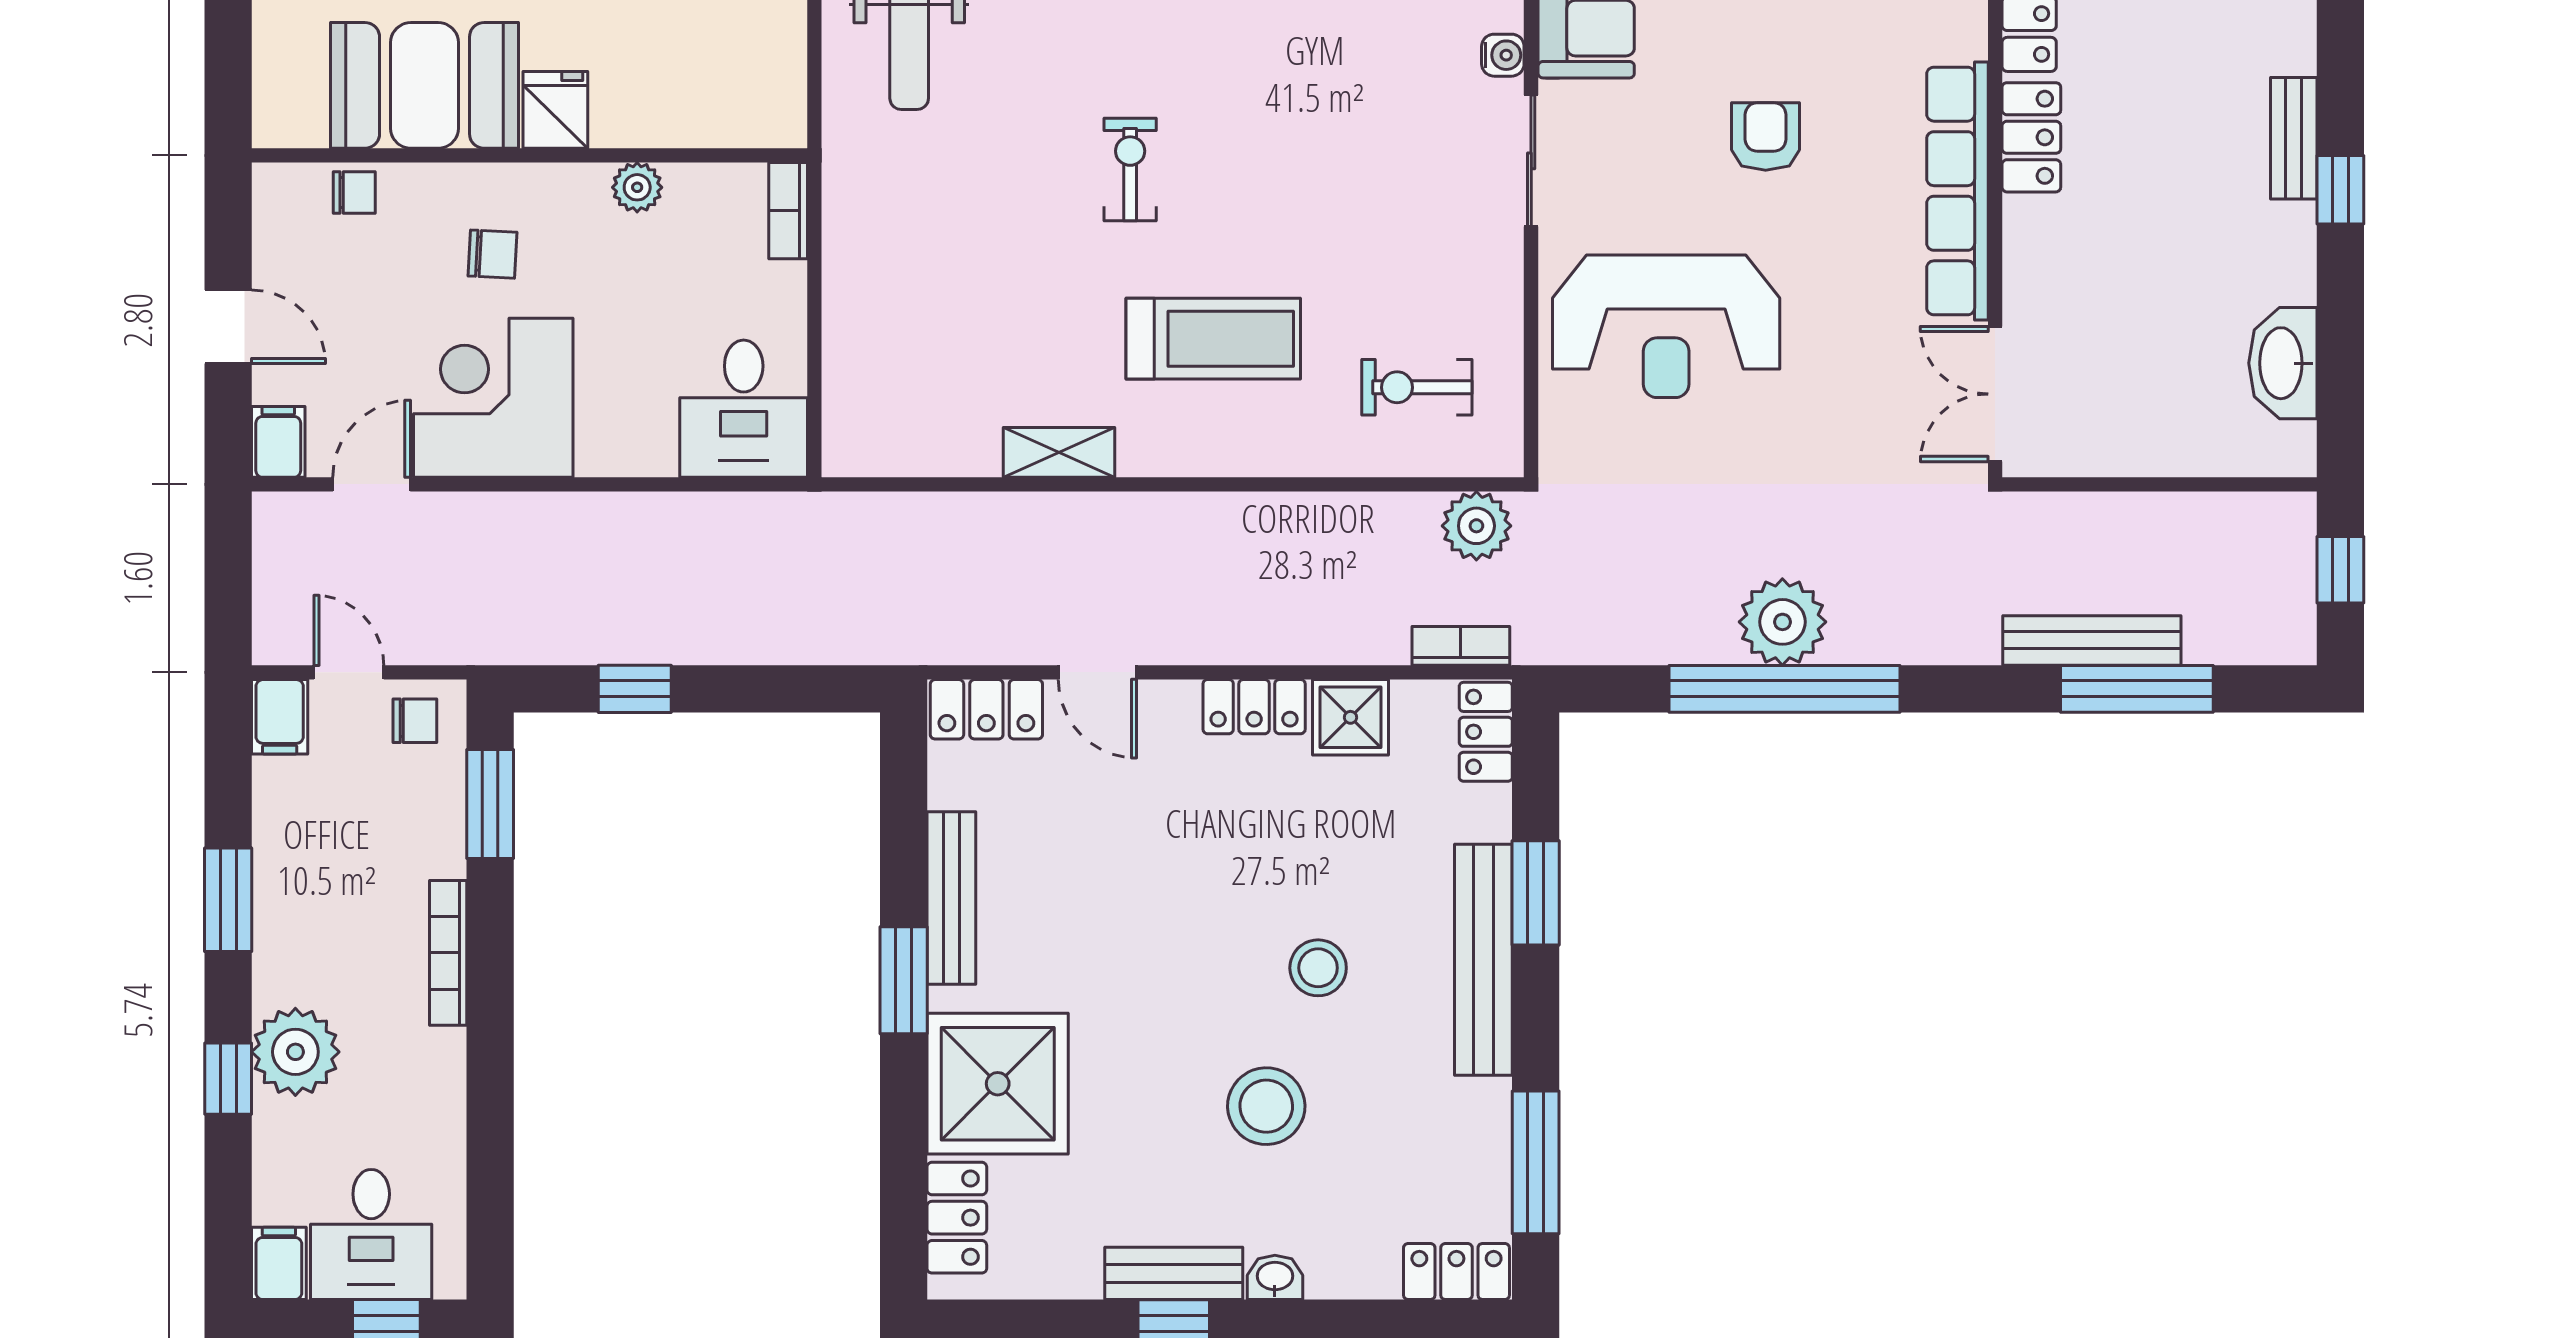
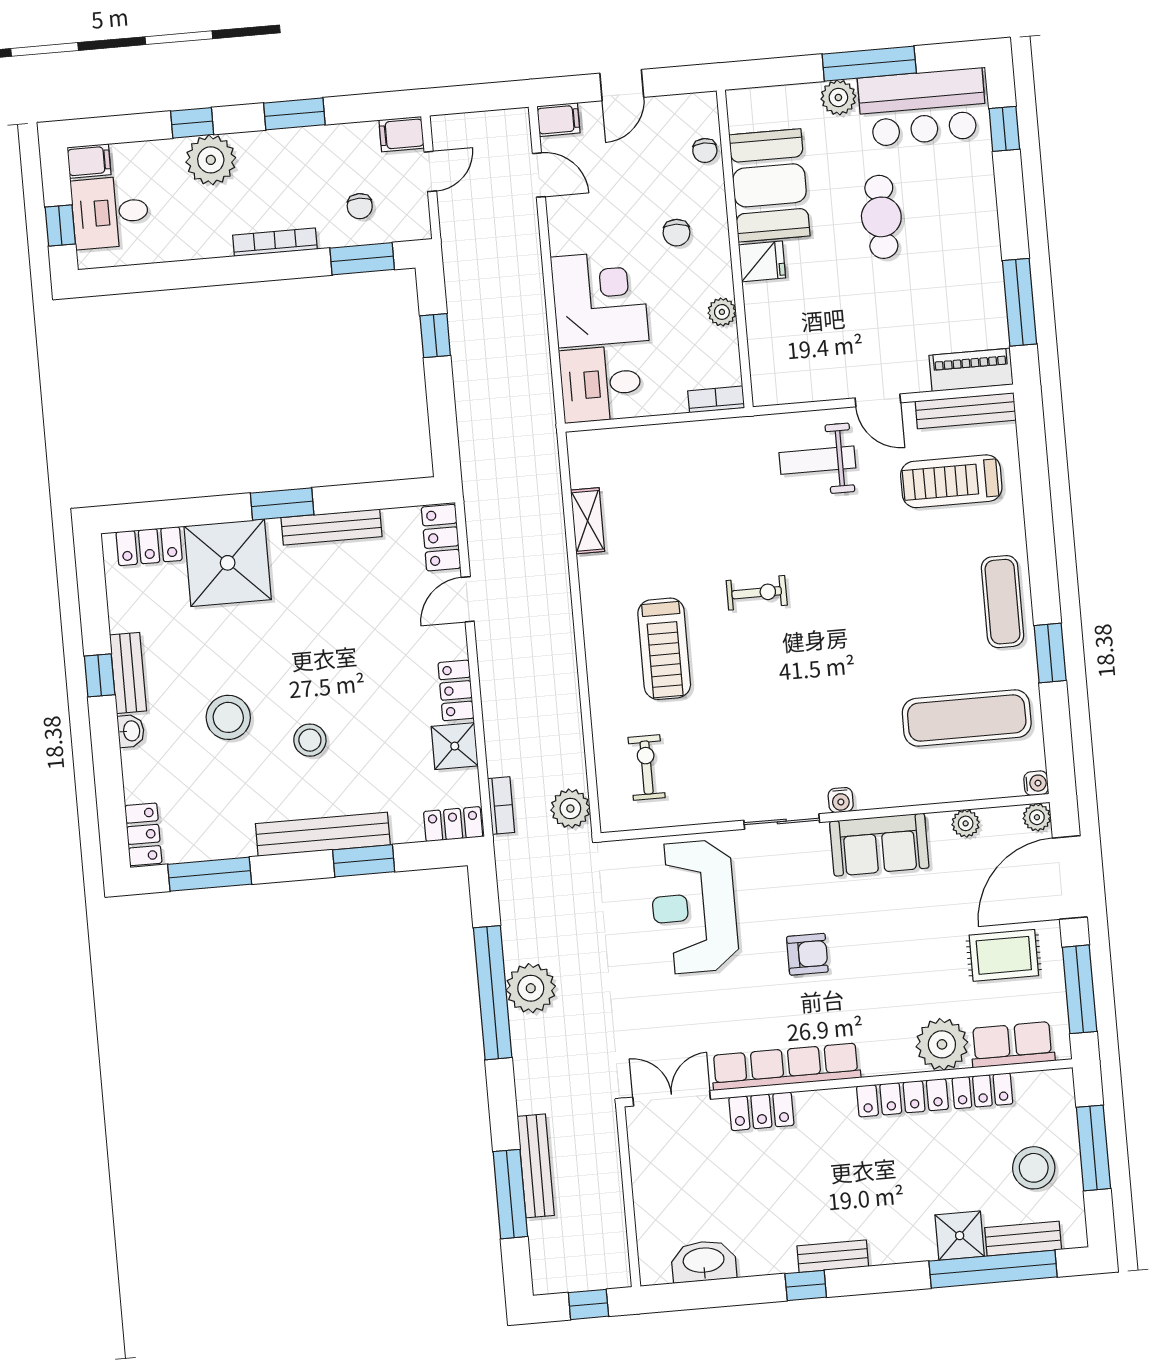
locker: (2031, 137) -> (761, 1111), moved
corner desk: (493, 398) -> (600, 299), moved
shelving: (1059, 452) -> (588, 521), moved
chair: (415, 721) -> (360, 206), moved

